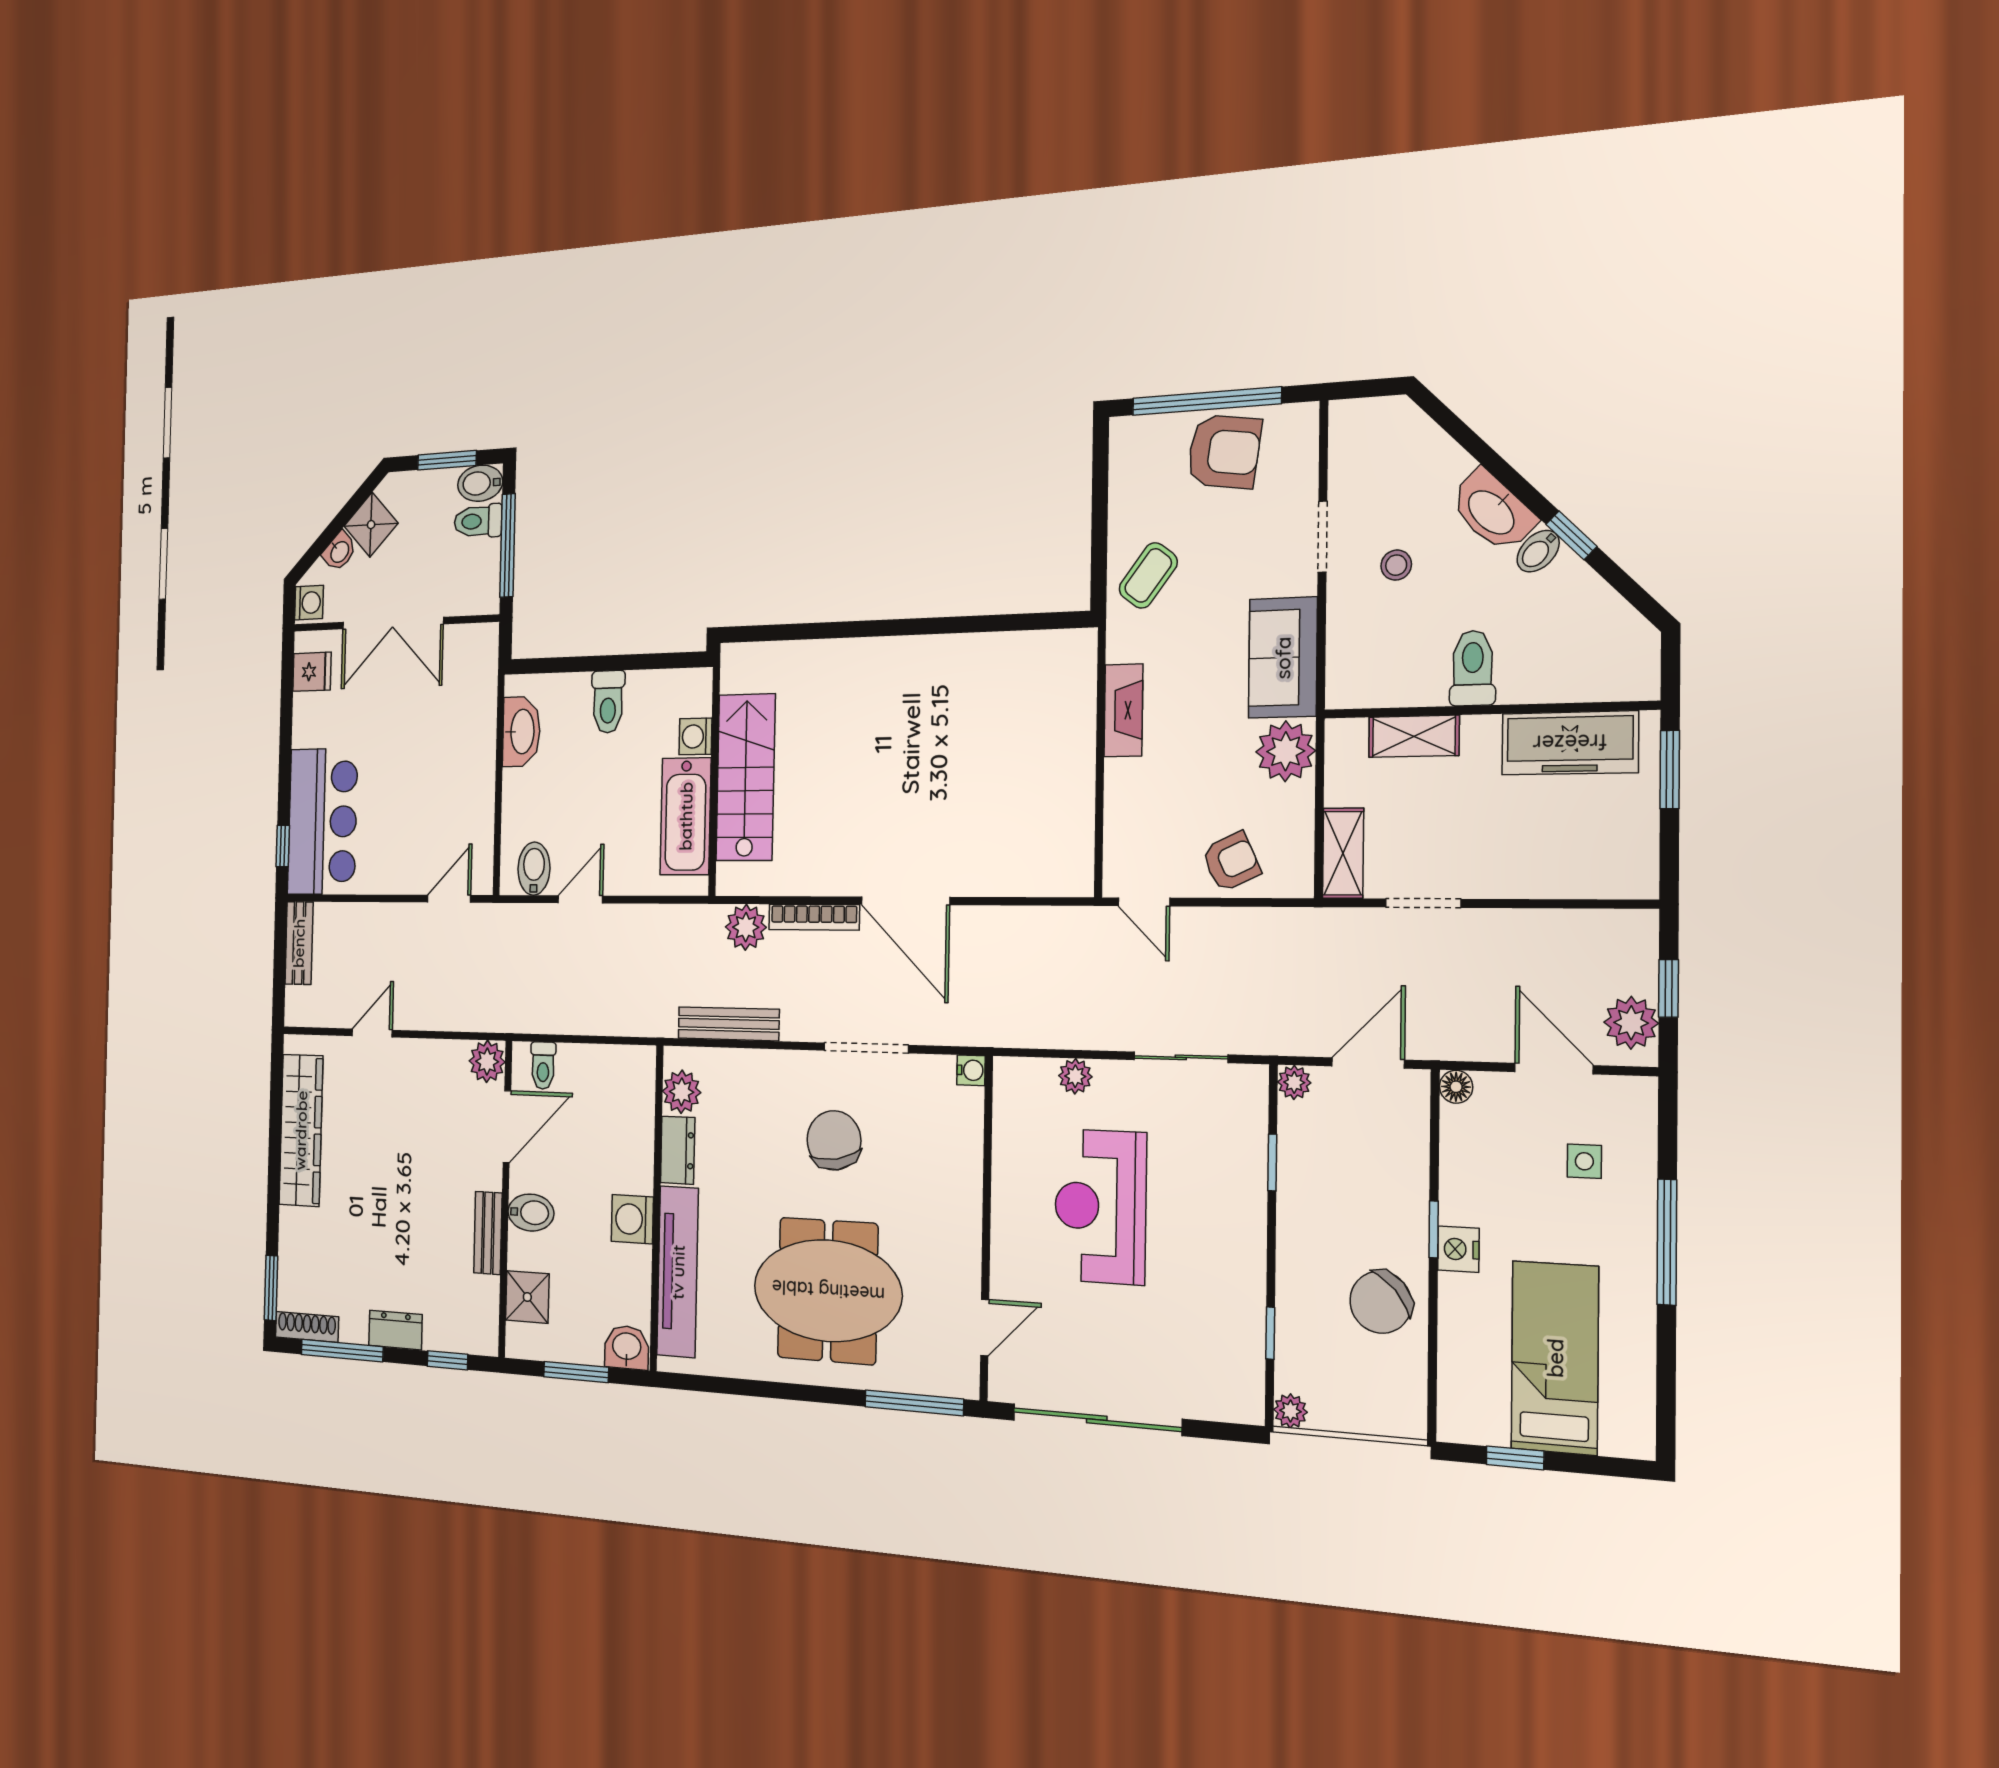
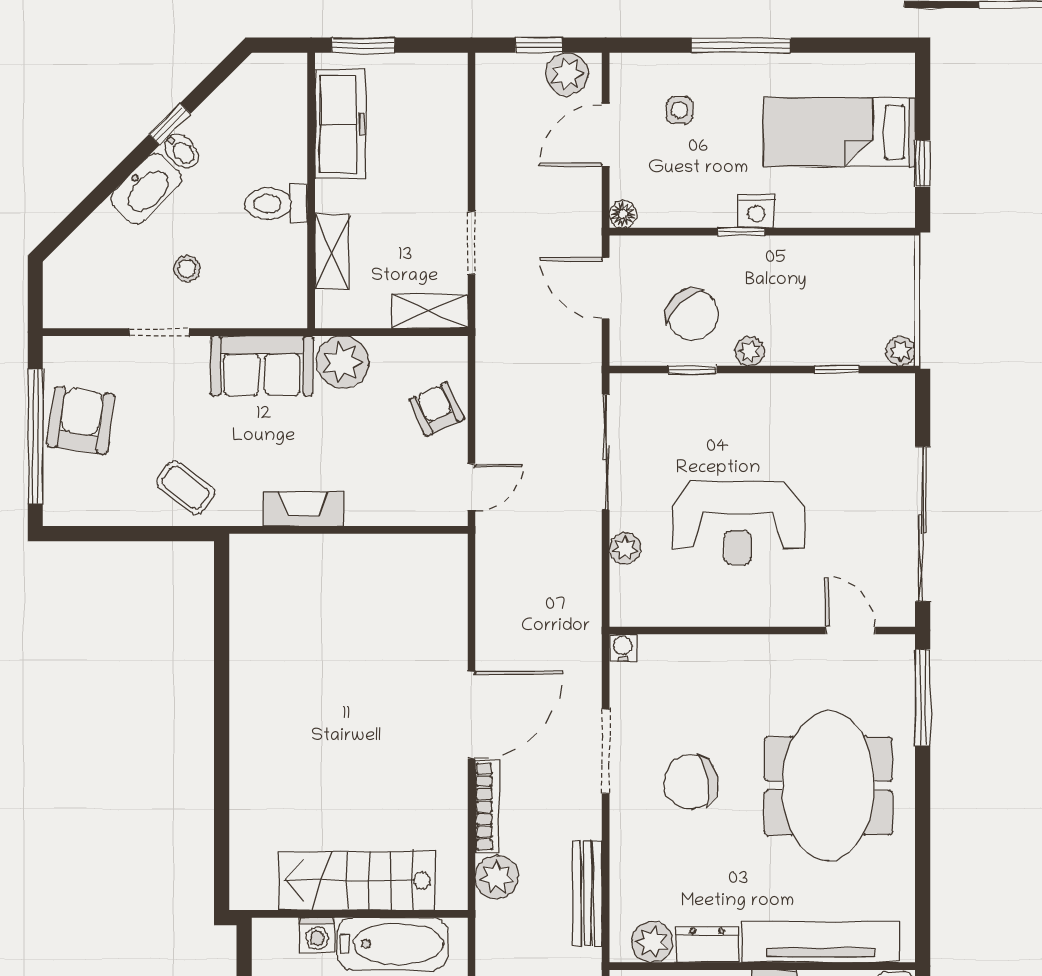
sliding door: (1181, 1057) -> (606, 452), width x1.37
plant: (1294, 1082) -> (750, 351), moved
chair: (1381, 1302) -> (692, 314), moved

